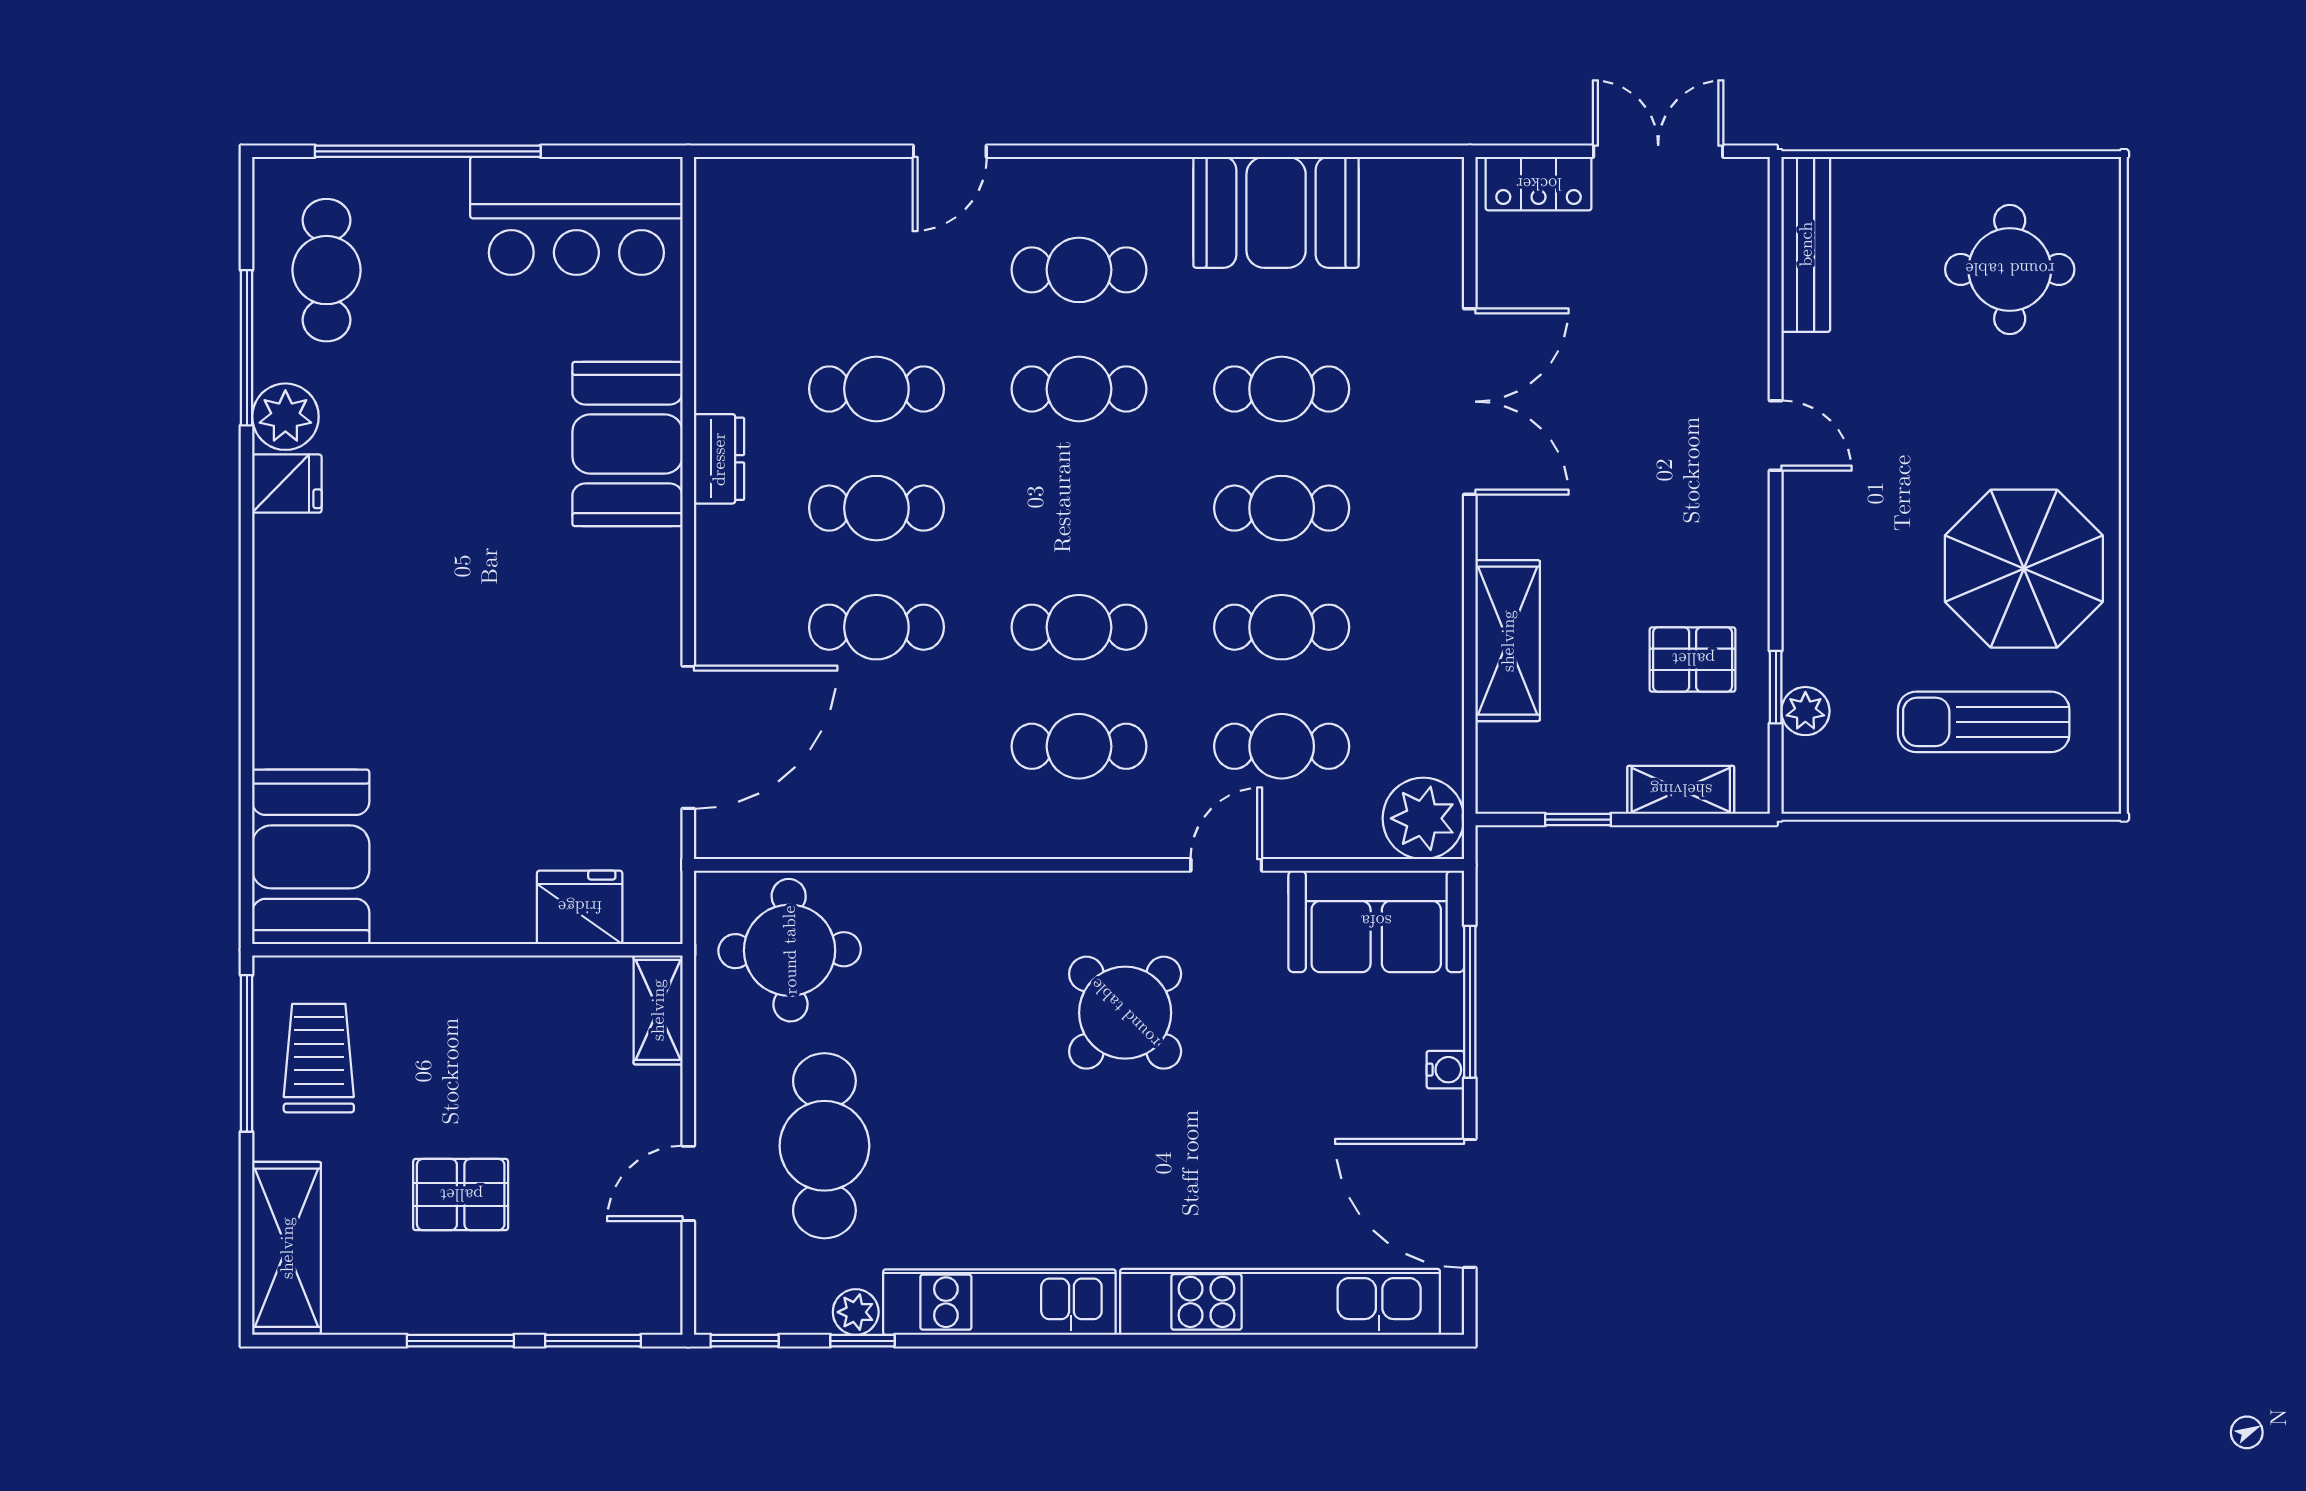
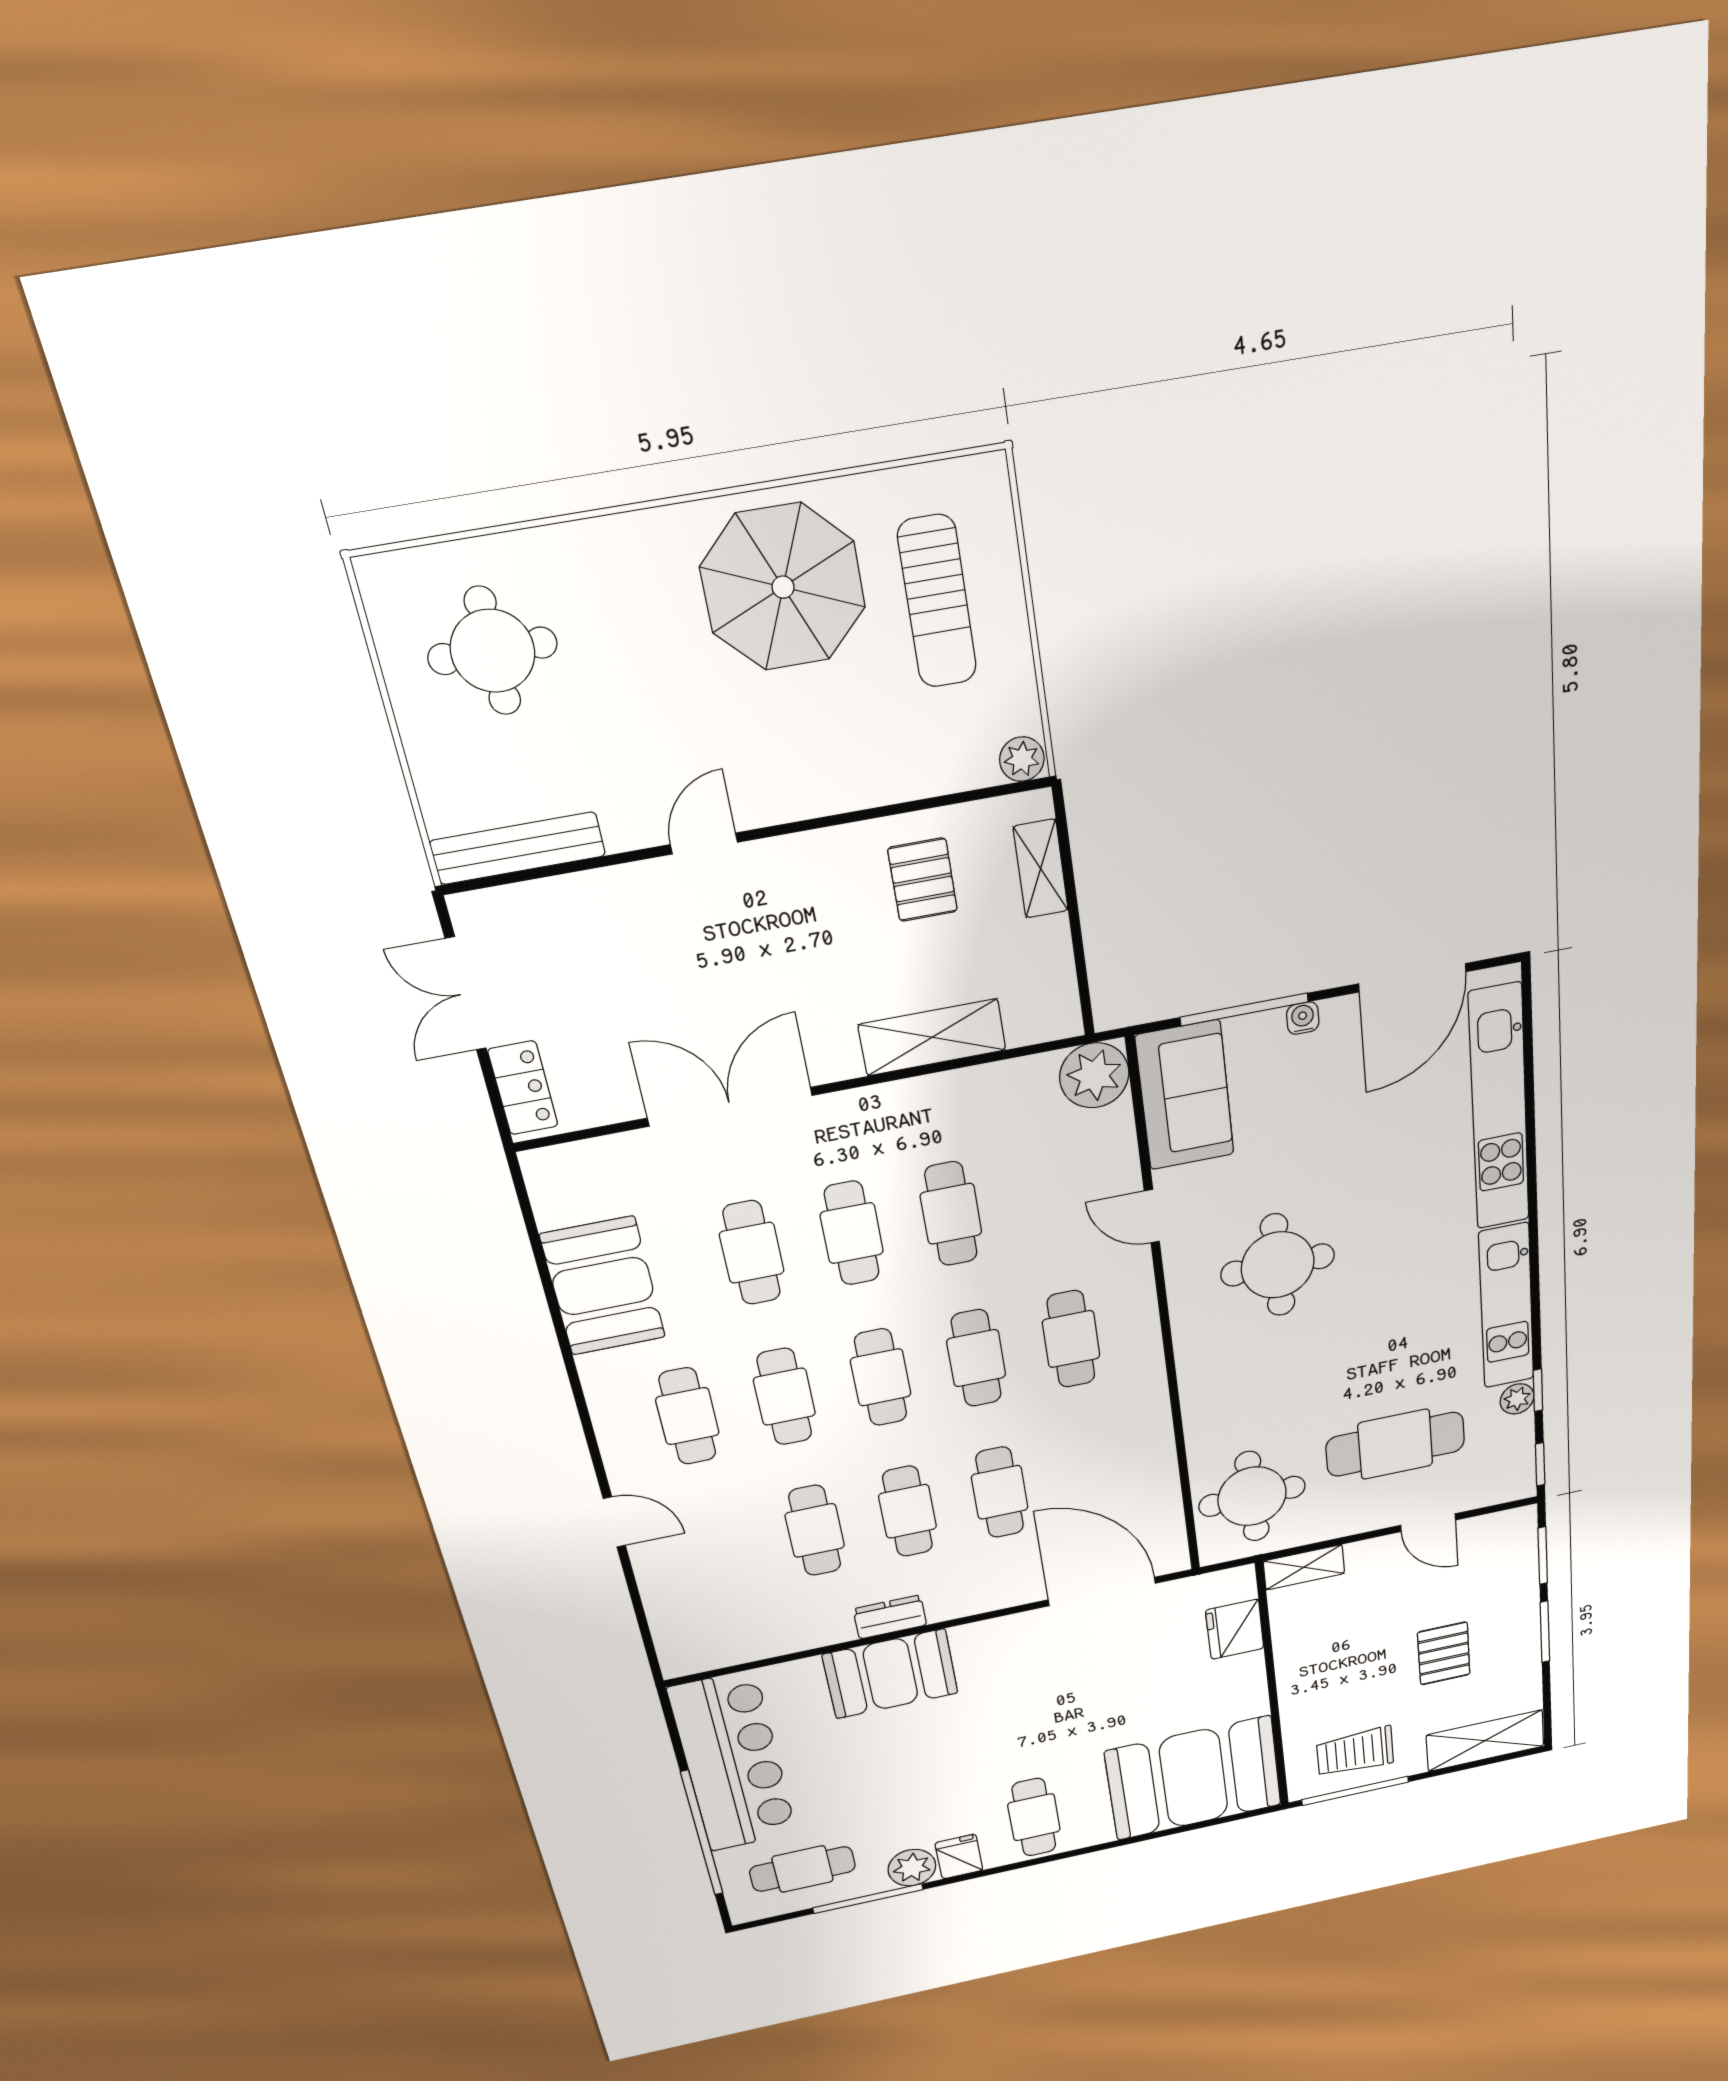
bar counter: (576, 216) -> (733, 1762), width x1.36
cafe table: (328, 596) -> (1034, 1817), added
window: (1776, 687) -> (936, 802), removed
plant: (1805, 711) -> (1022, 759), moved
cafe table: (1282, 746) -> (881, 1377), moved
window: (1578, 820) -> (1079, 951), removed
booth: (311, 857) -> (1194, 1778), width x1.36, depth x1.42
round table: (1125, 1013) -> (1278, 1265), turned 45

